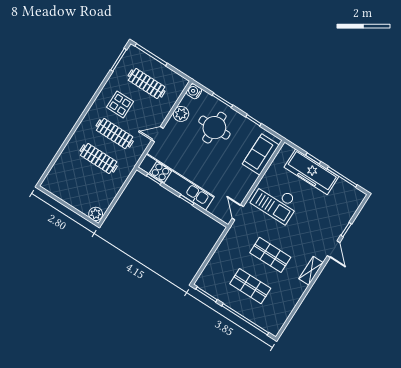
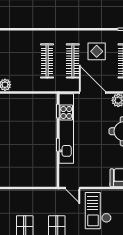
door: (157, 134) -> (92, 93), width x1.87
door: (238, 212) -> (73, 188), swing flipped

